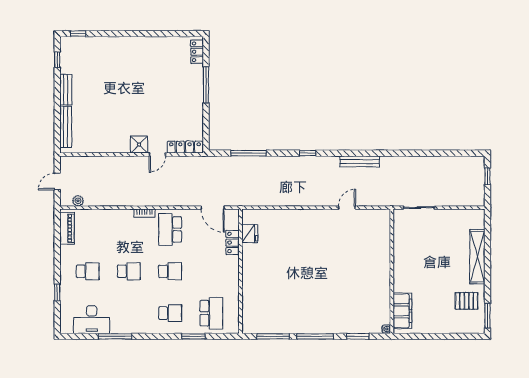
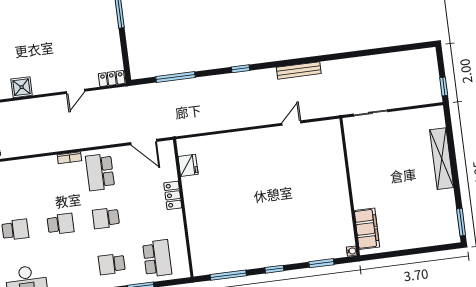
shower: (139, 145) -> (22, 87), moved
locker: (185, 147) -> (112, 78), width x0.66
window: (487, 176) -> (444, 87), moved
locker: (233, 242) -> (173, 195), moved
school desk: (170, 271) -> (106, 218), turned 180
pallet: (467, 301) -> (436, 209), removed
school desk: (170, 313) -> (112, 264), turned 180
window: (315, 336) -> (274, 269), width x0.46

